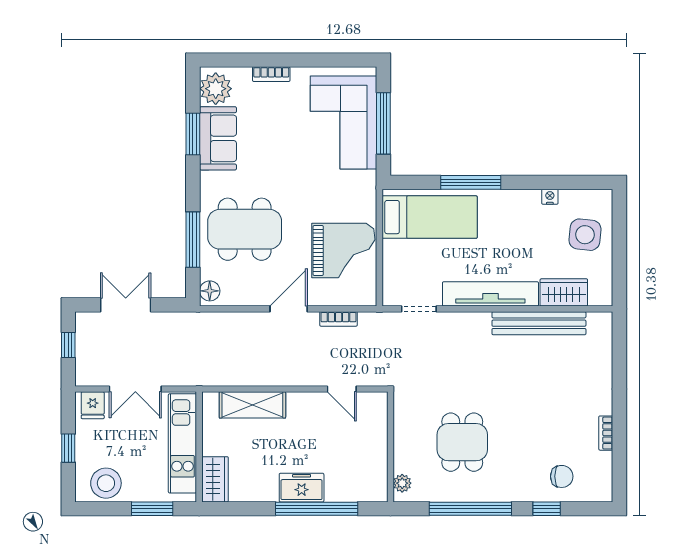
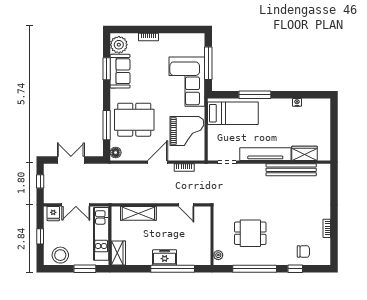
corner sofa: (344, 122) -> (187, 82), moved
side table: (585, 235) -> (316, 123), removed
dining table: (462, 442) -> (250, 233), turned 90

